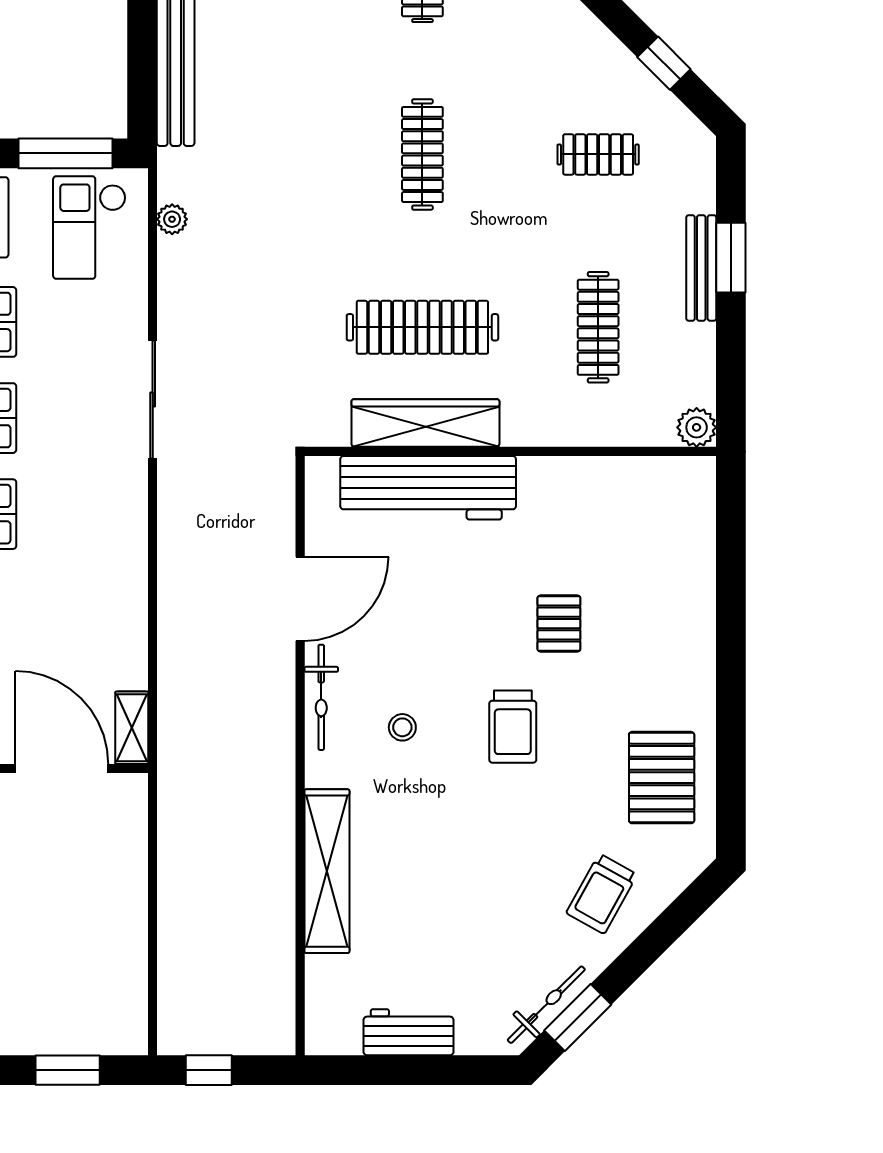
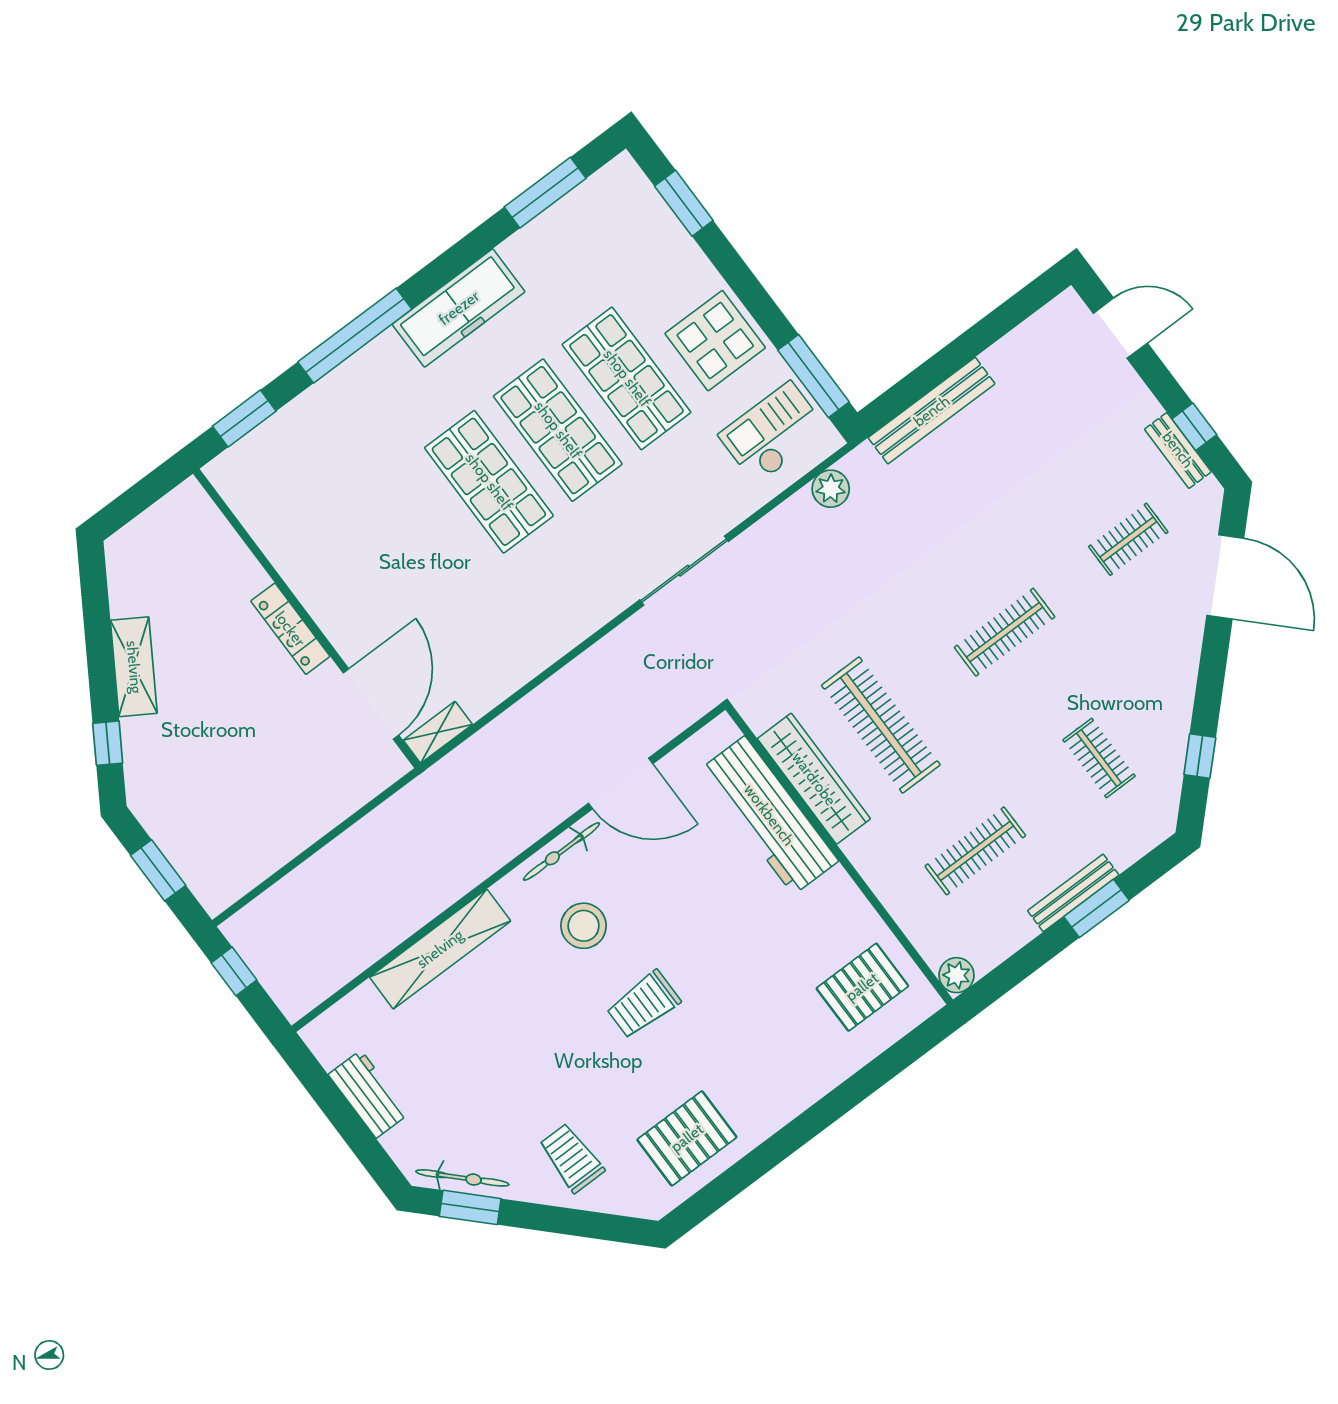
plant: (172, 219) -> (831, 489), width x1.38, depth x1.38
pallet: (559, 624) -> (862, 987), moved, width x1.50, depth x1.42
stool: (402, 727) -> (584, 926), width x1.89, depth x1.89
trolley: (602, 894) -> (572, 1158), turned 61

